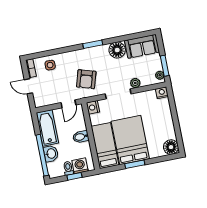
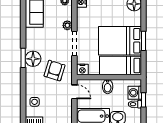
floor lamp: (117, 50) -> (33, 59), moved
armchair: (86, 79) -> (55, 71), turned -90

